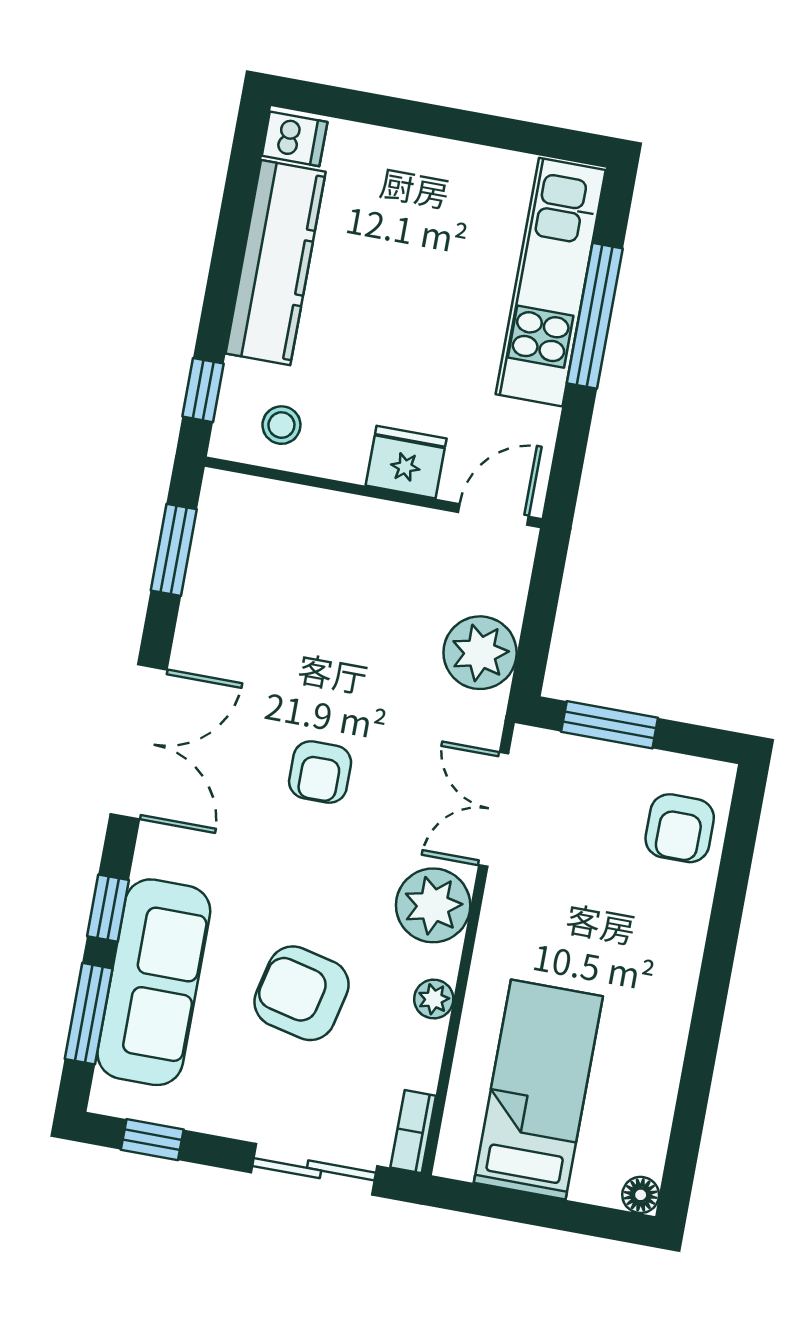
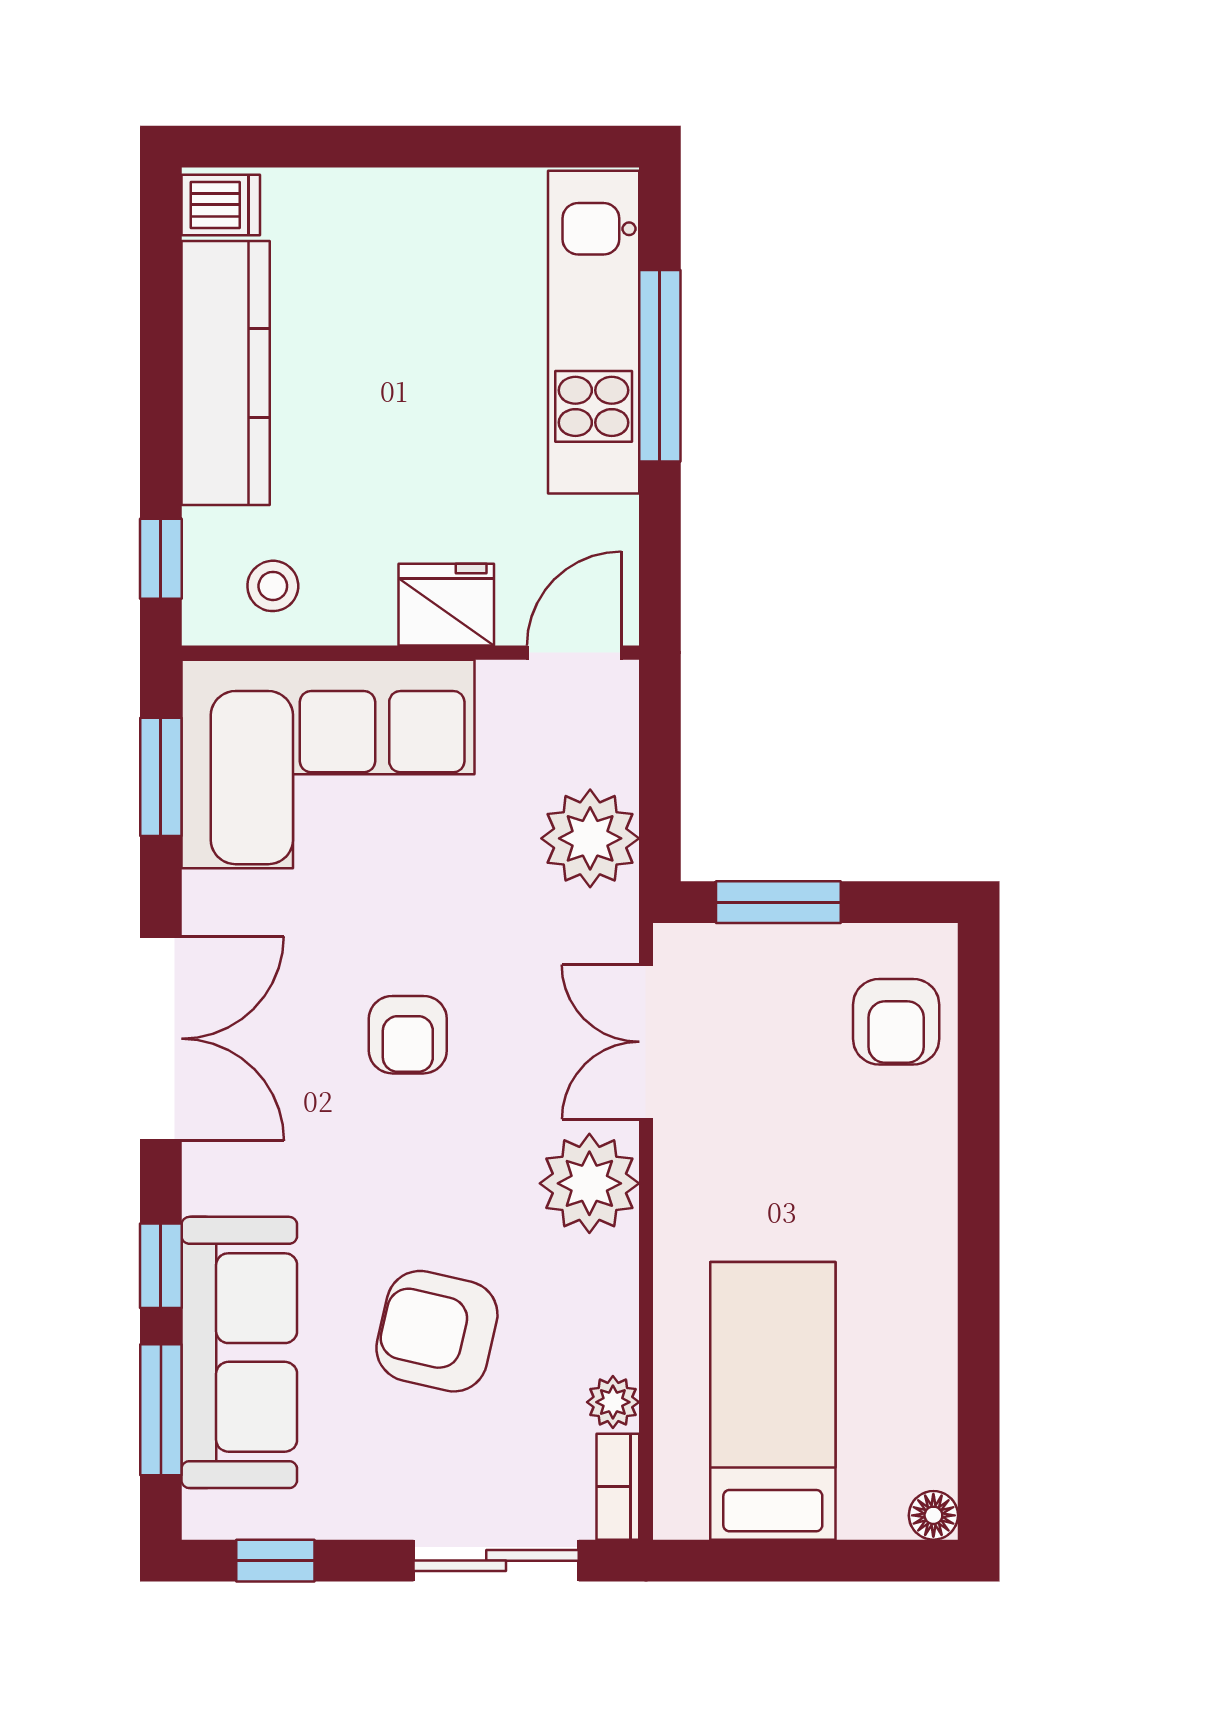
corner sofa: (298, 563) -> (328, 764), added
plant: (434, 999) -> (613, 1402), moved

